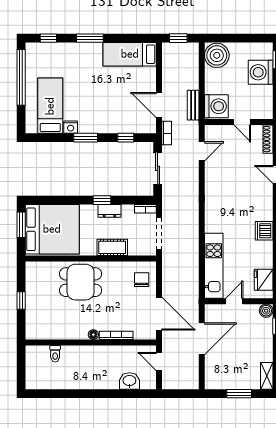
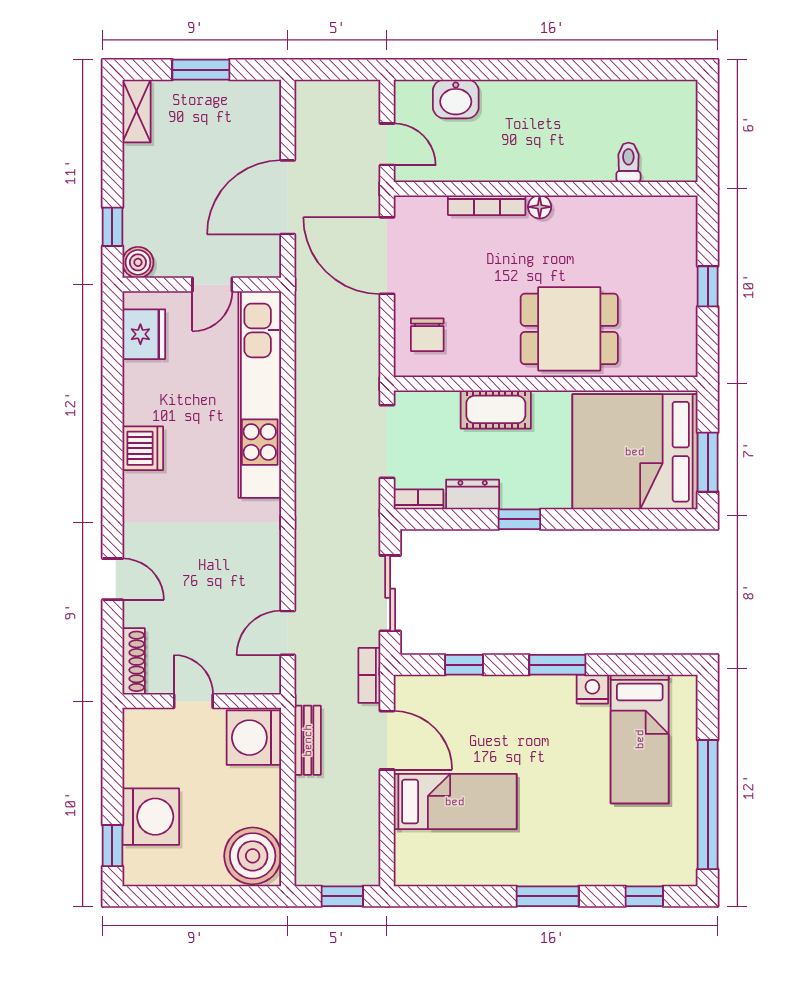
bed: (130, 54) -> (455, 802), moved
dresser: (109, 211) -> (473, 494), moved
kitchen unit: (214, 266) -> (260, 395), width x1.36

